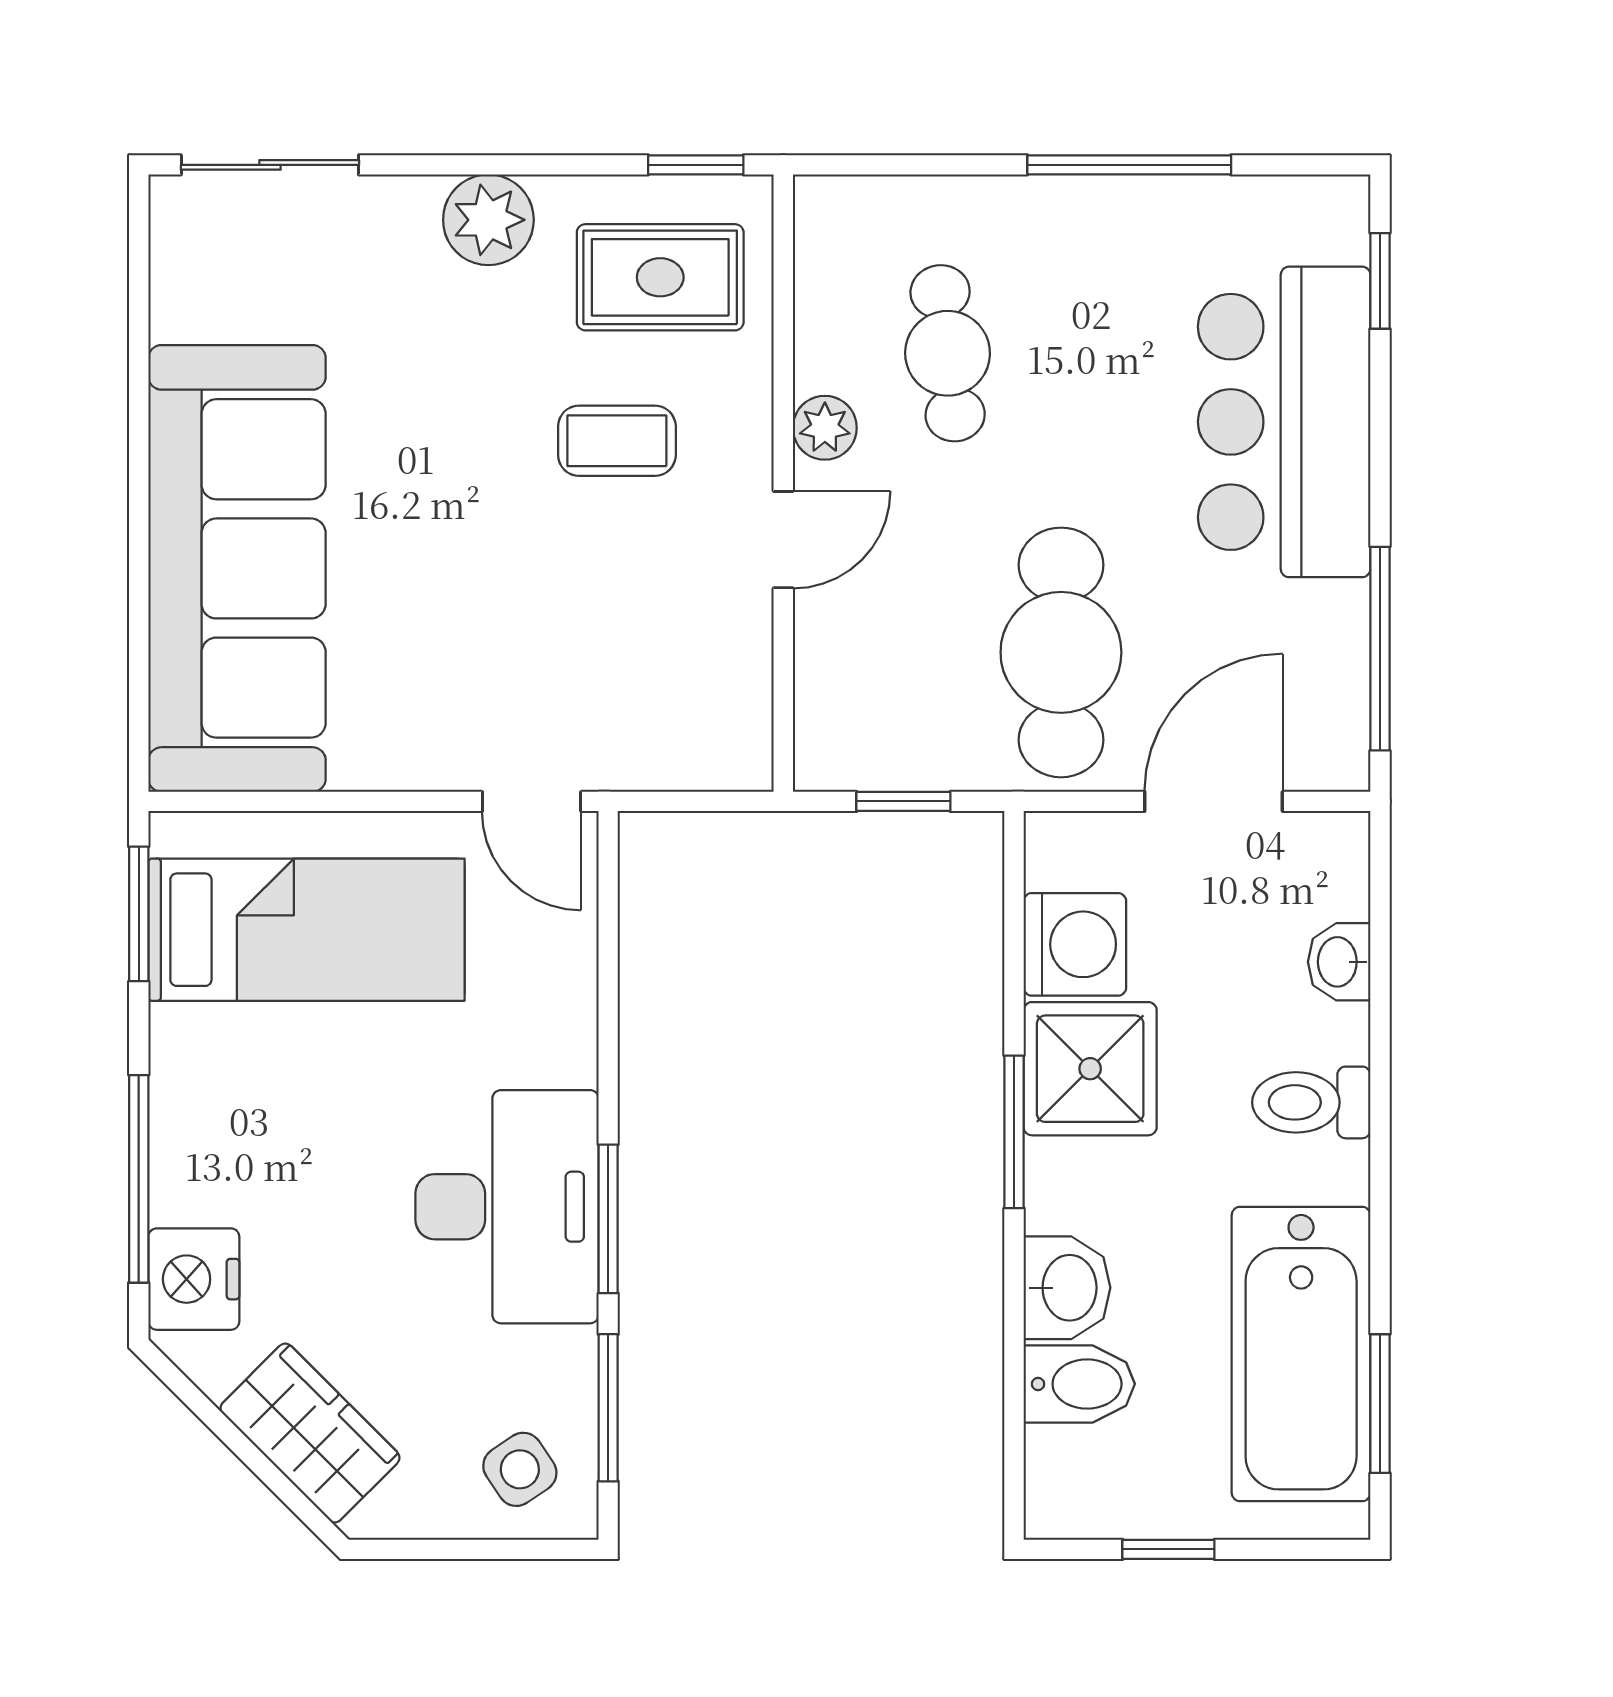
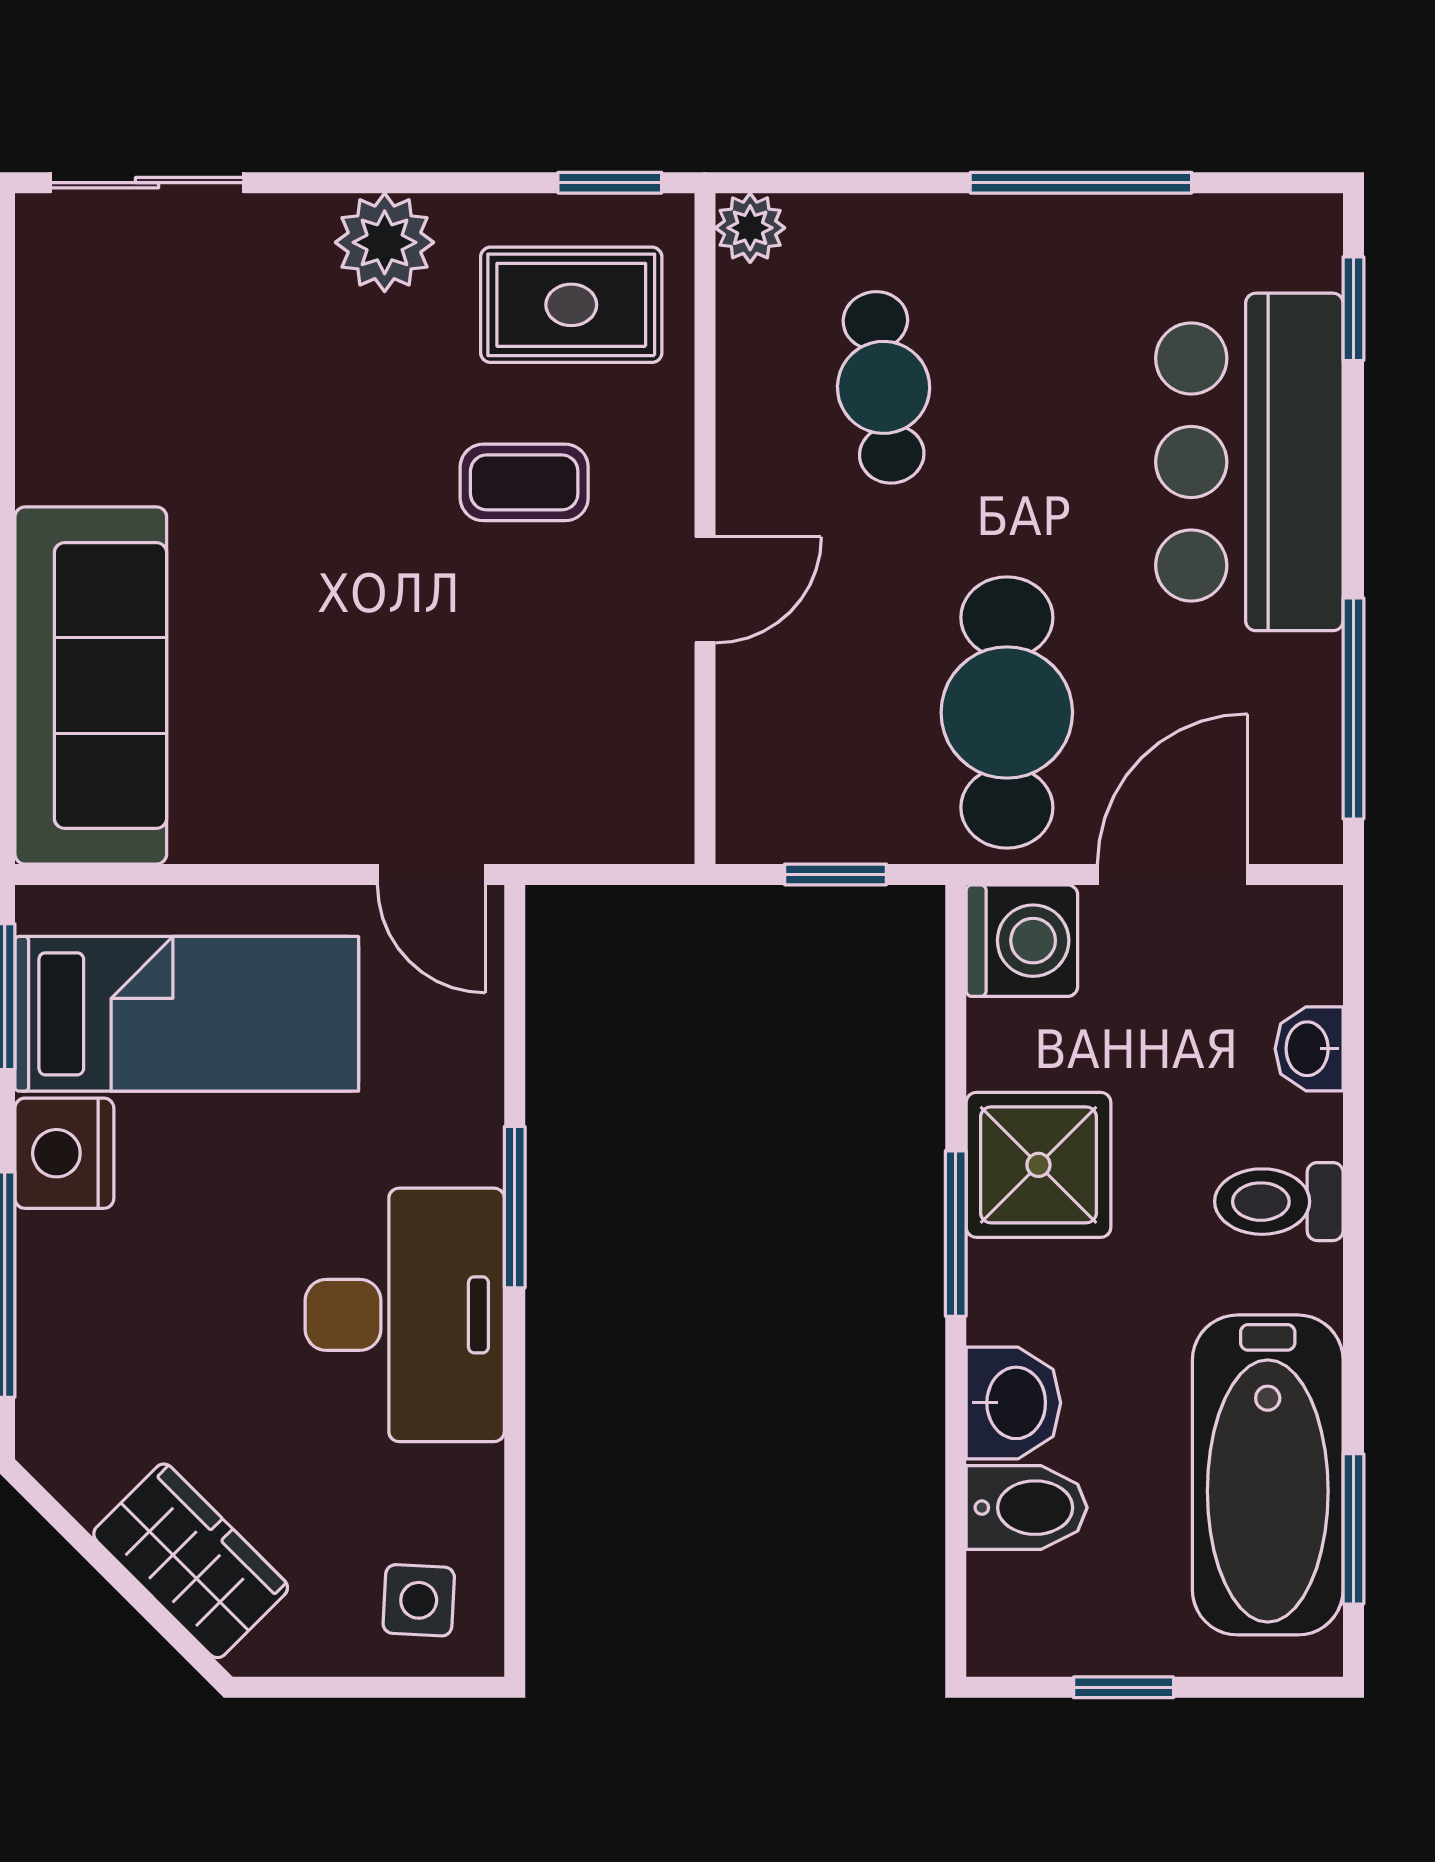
plant: (825, 428) -> (750, 228), moved
sofa: (237, 568) -> (91, 686), width x0.74, depth x0.79
washing machine: (1075, 944) -> (1022, 941), moved
window: (608, 1219) -> (515, 1207), moved
nightstand: (194, 1279) -> (64, 1153), moved
window: (608, 1408) -> (515, 1533), removed
side table: (520, 1469) -> (419, 1600), turned 37

